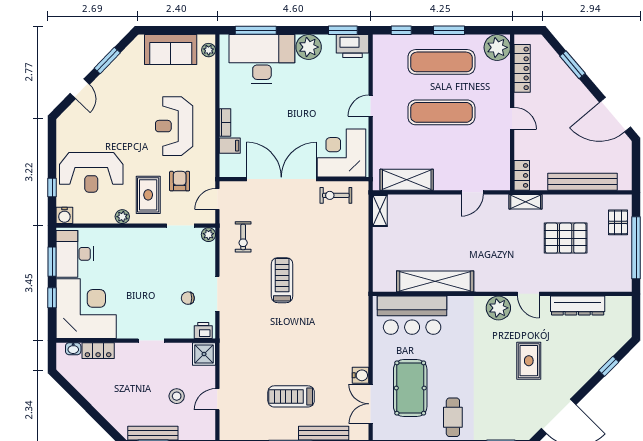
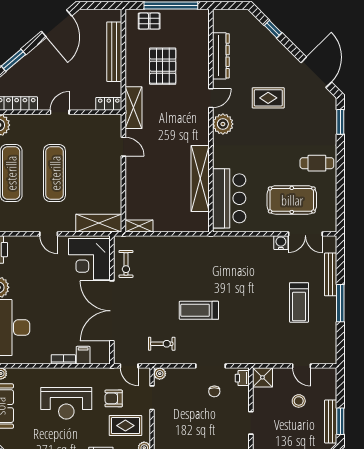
shelving: (407, 180) -> (99, 223), moved, turned 90
shelving: (526, 202) -> (133, 108), width x1.50, depth x1.33

